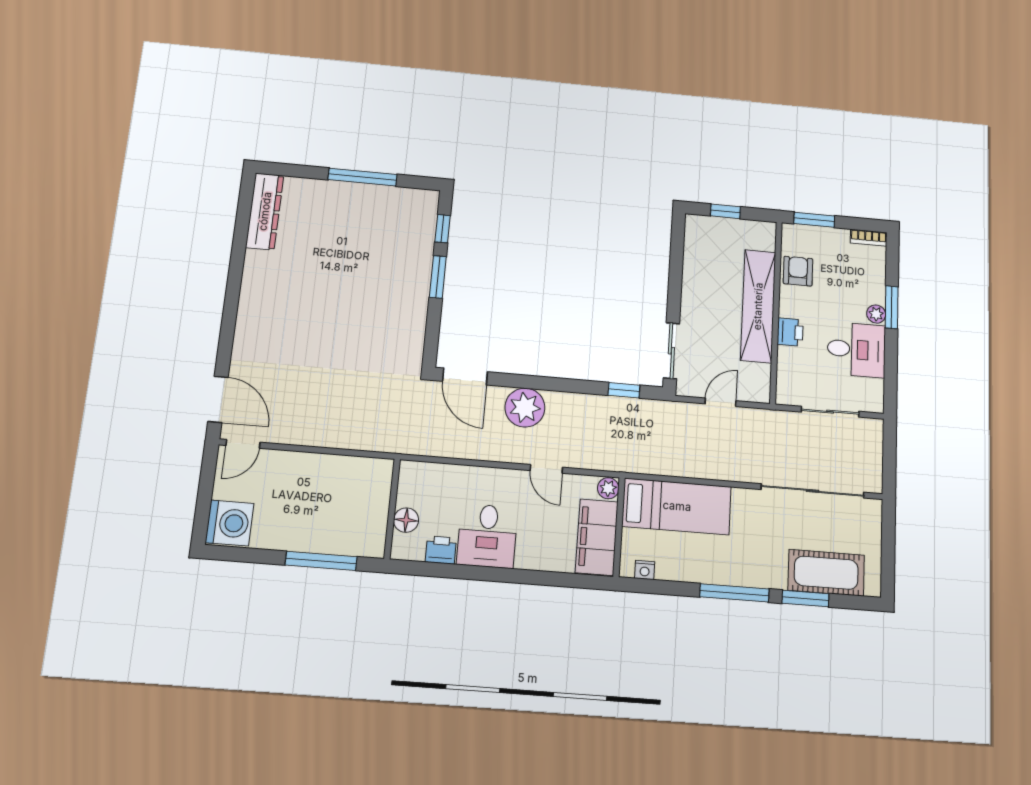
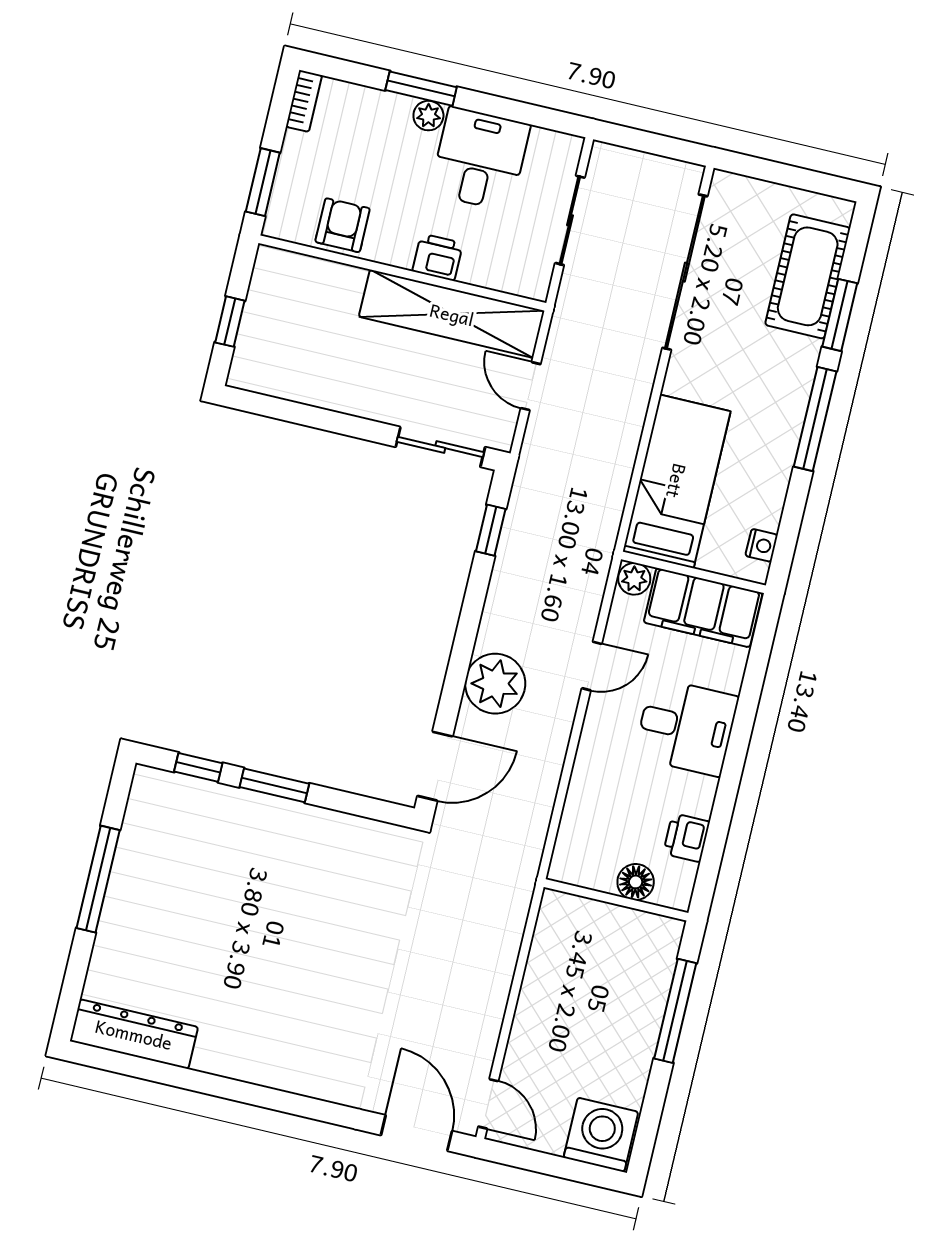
armchair: (798, 271) -> (343, 225), turned 90
shelving: (758, 306) -> (452, 314), moved
door: (218, 399) -> (417, 1133), hinge flipped
desk: (487, 536) -> (686, 727), moved

